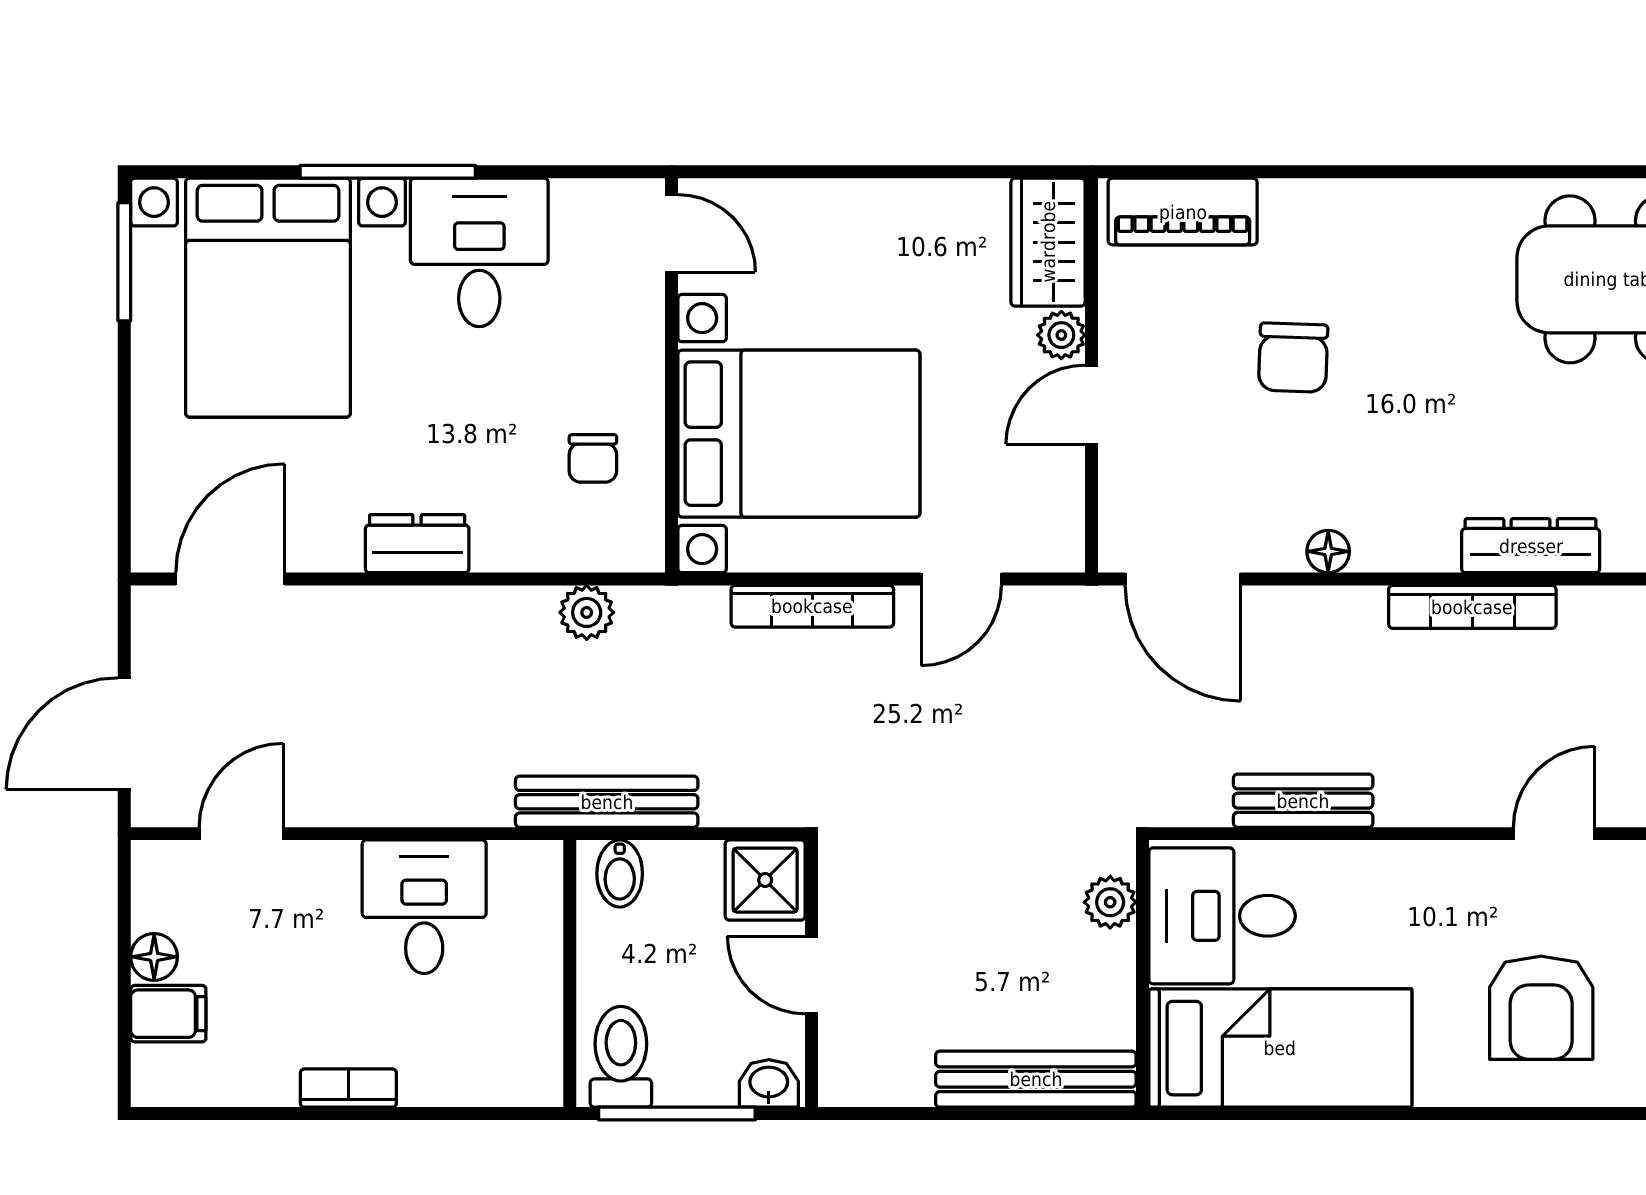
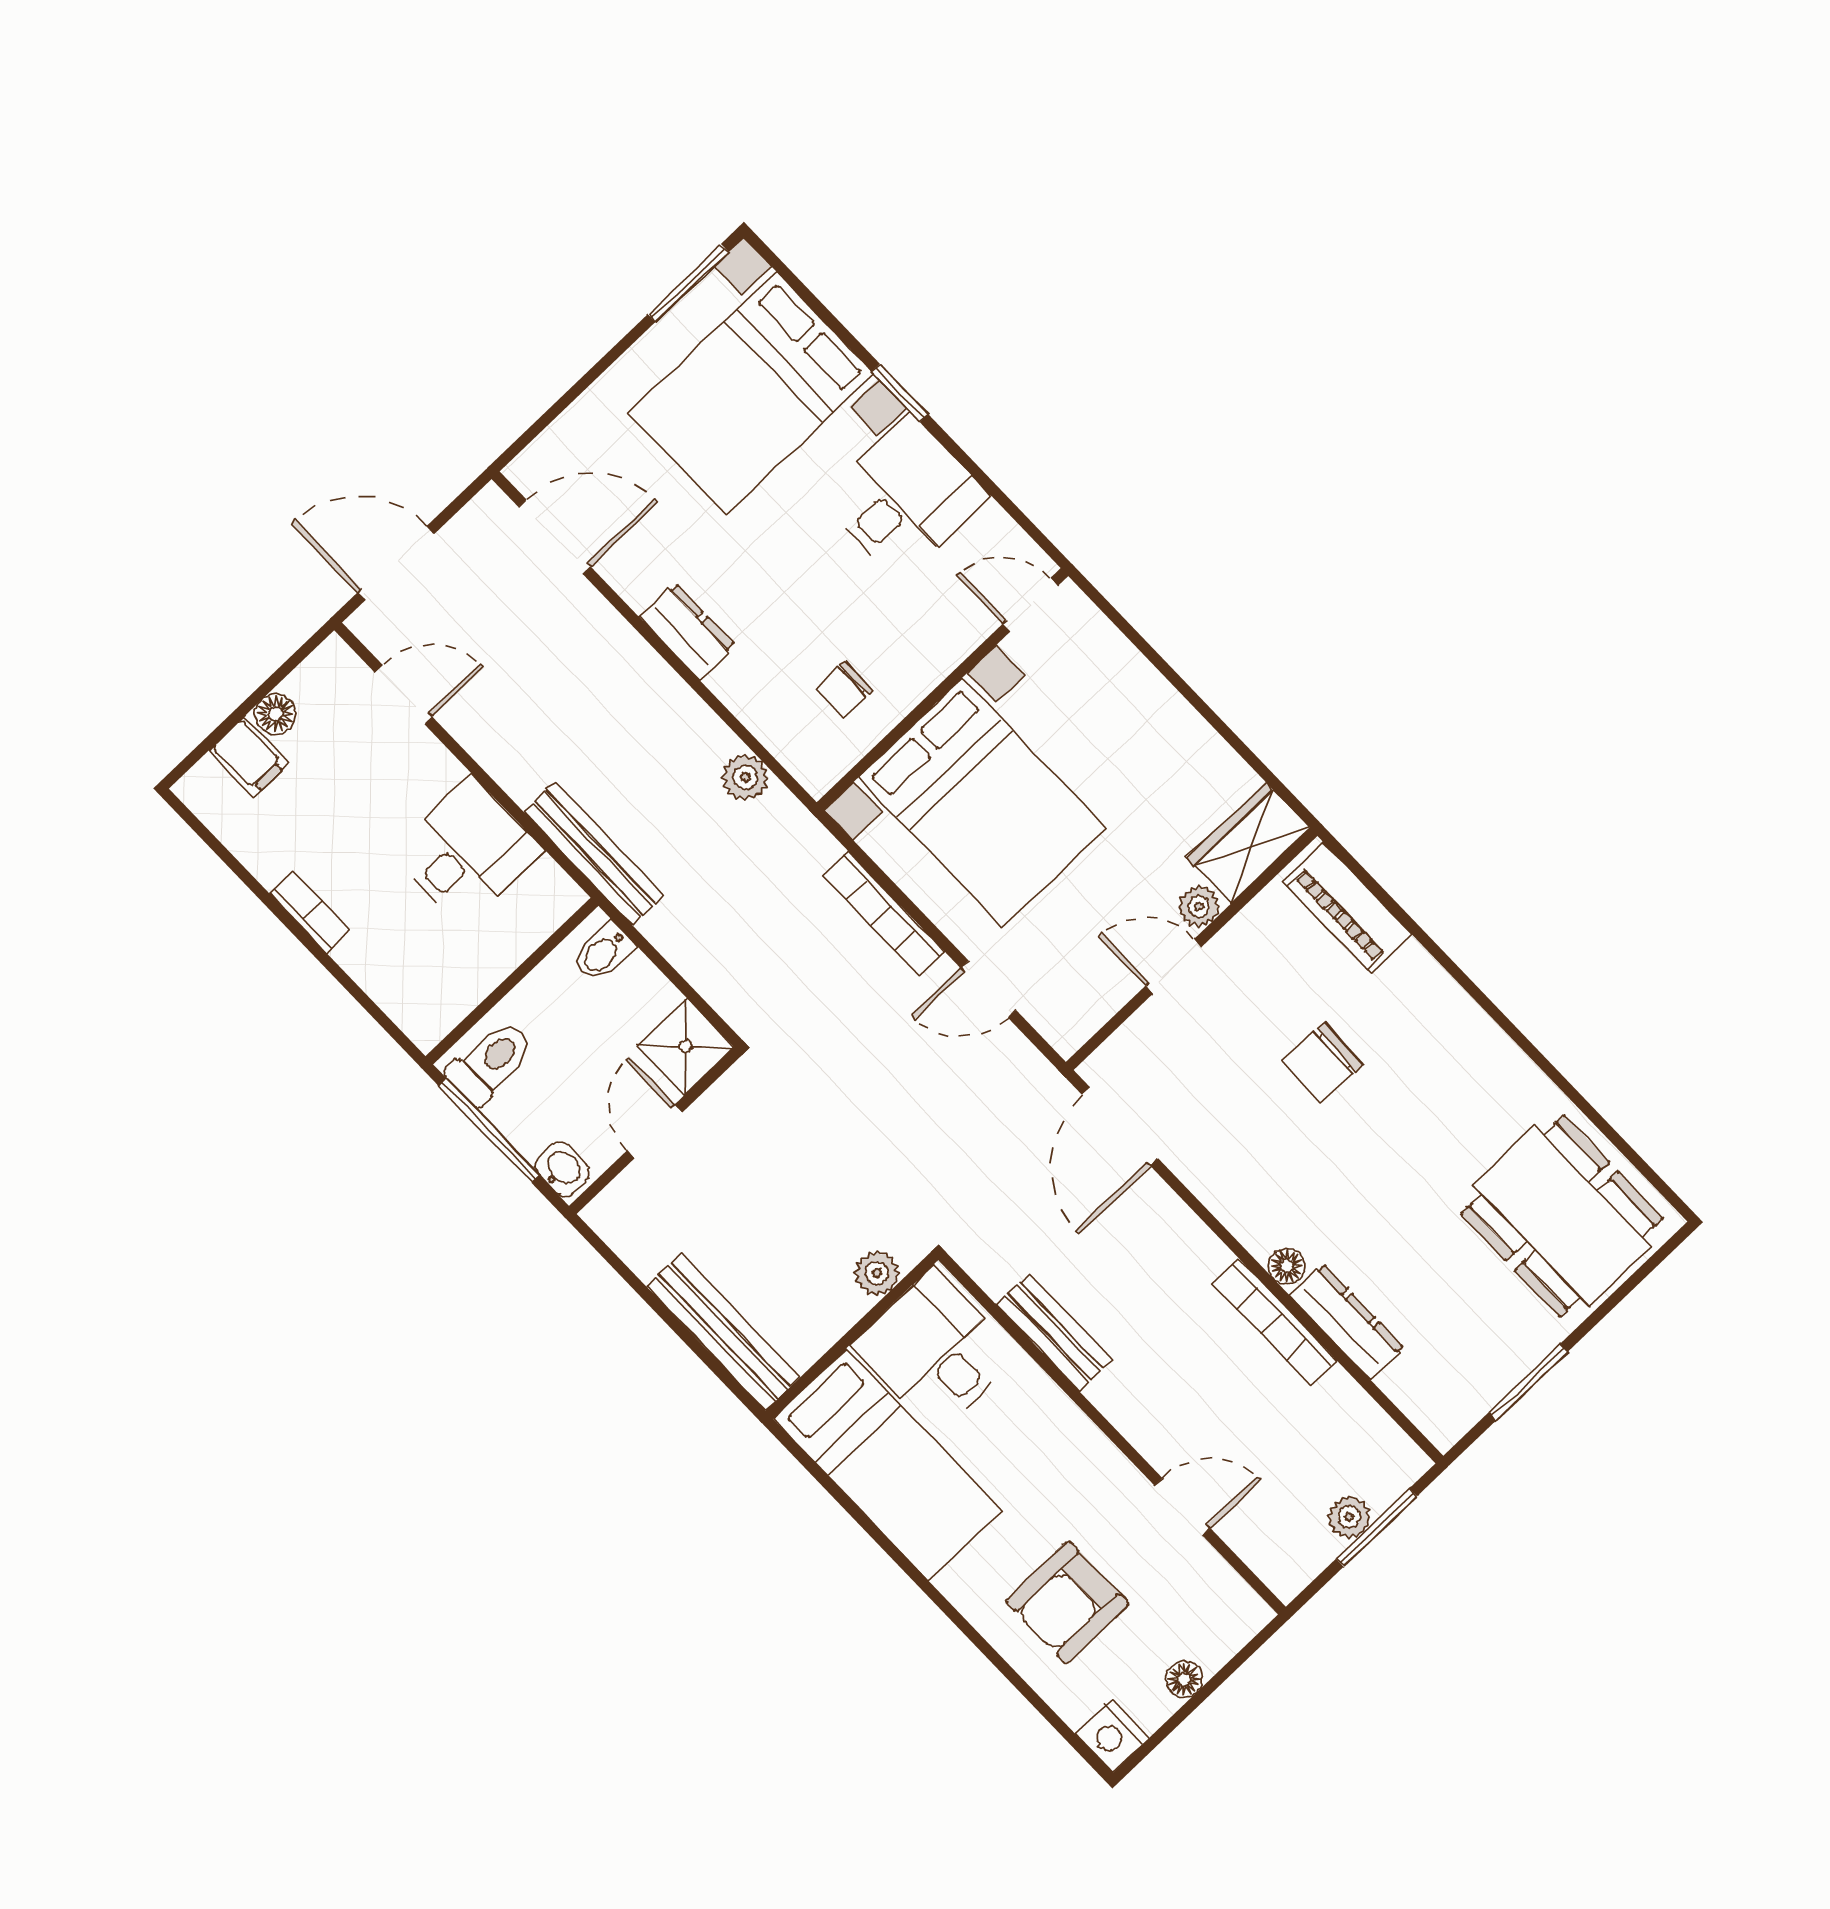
window: (388, 172) -> (900, 393), width x0.46
door: (672, 233) -> (1030, 605), swing flipped
floor lamp: (1328, 551) -> (1287, 1266), moved
bench: (607, 802) -> (594, 854), moved

